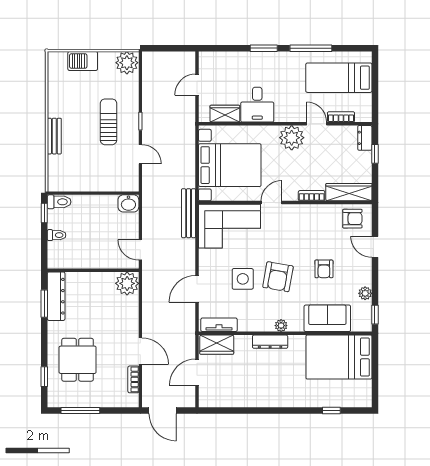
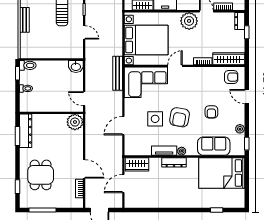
tv unit: (219, 325) -> (164, 151), moved

